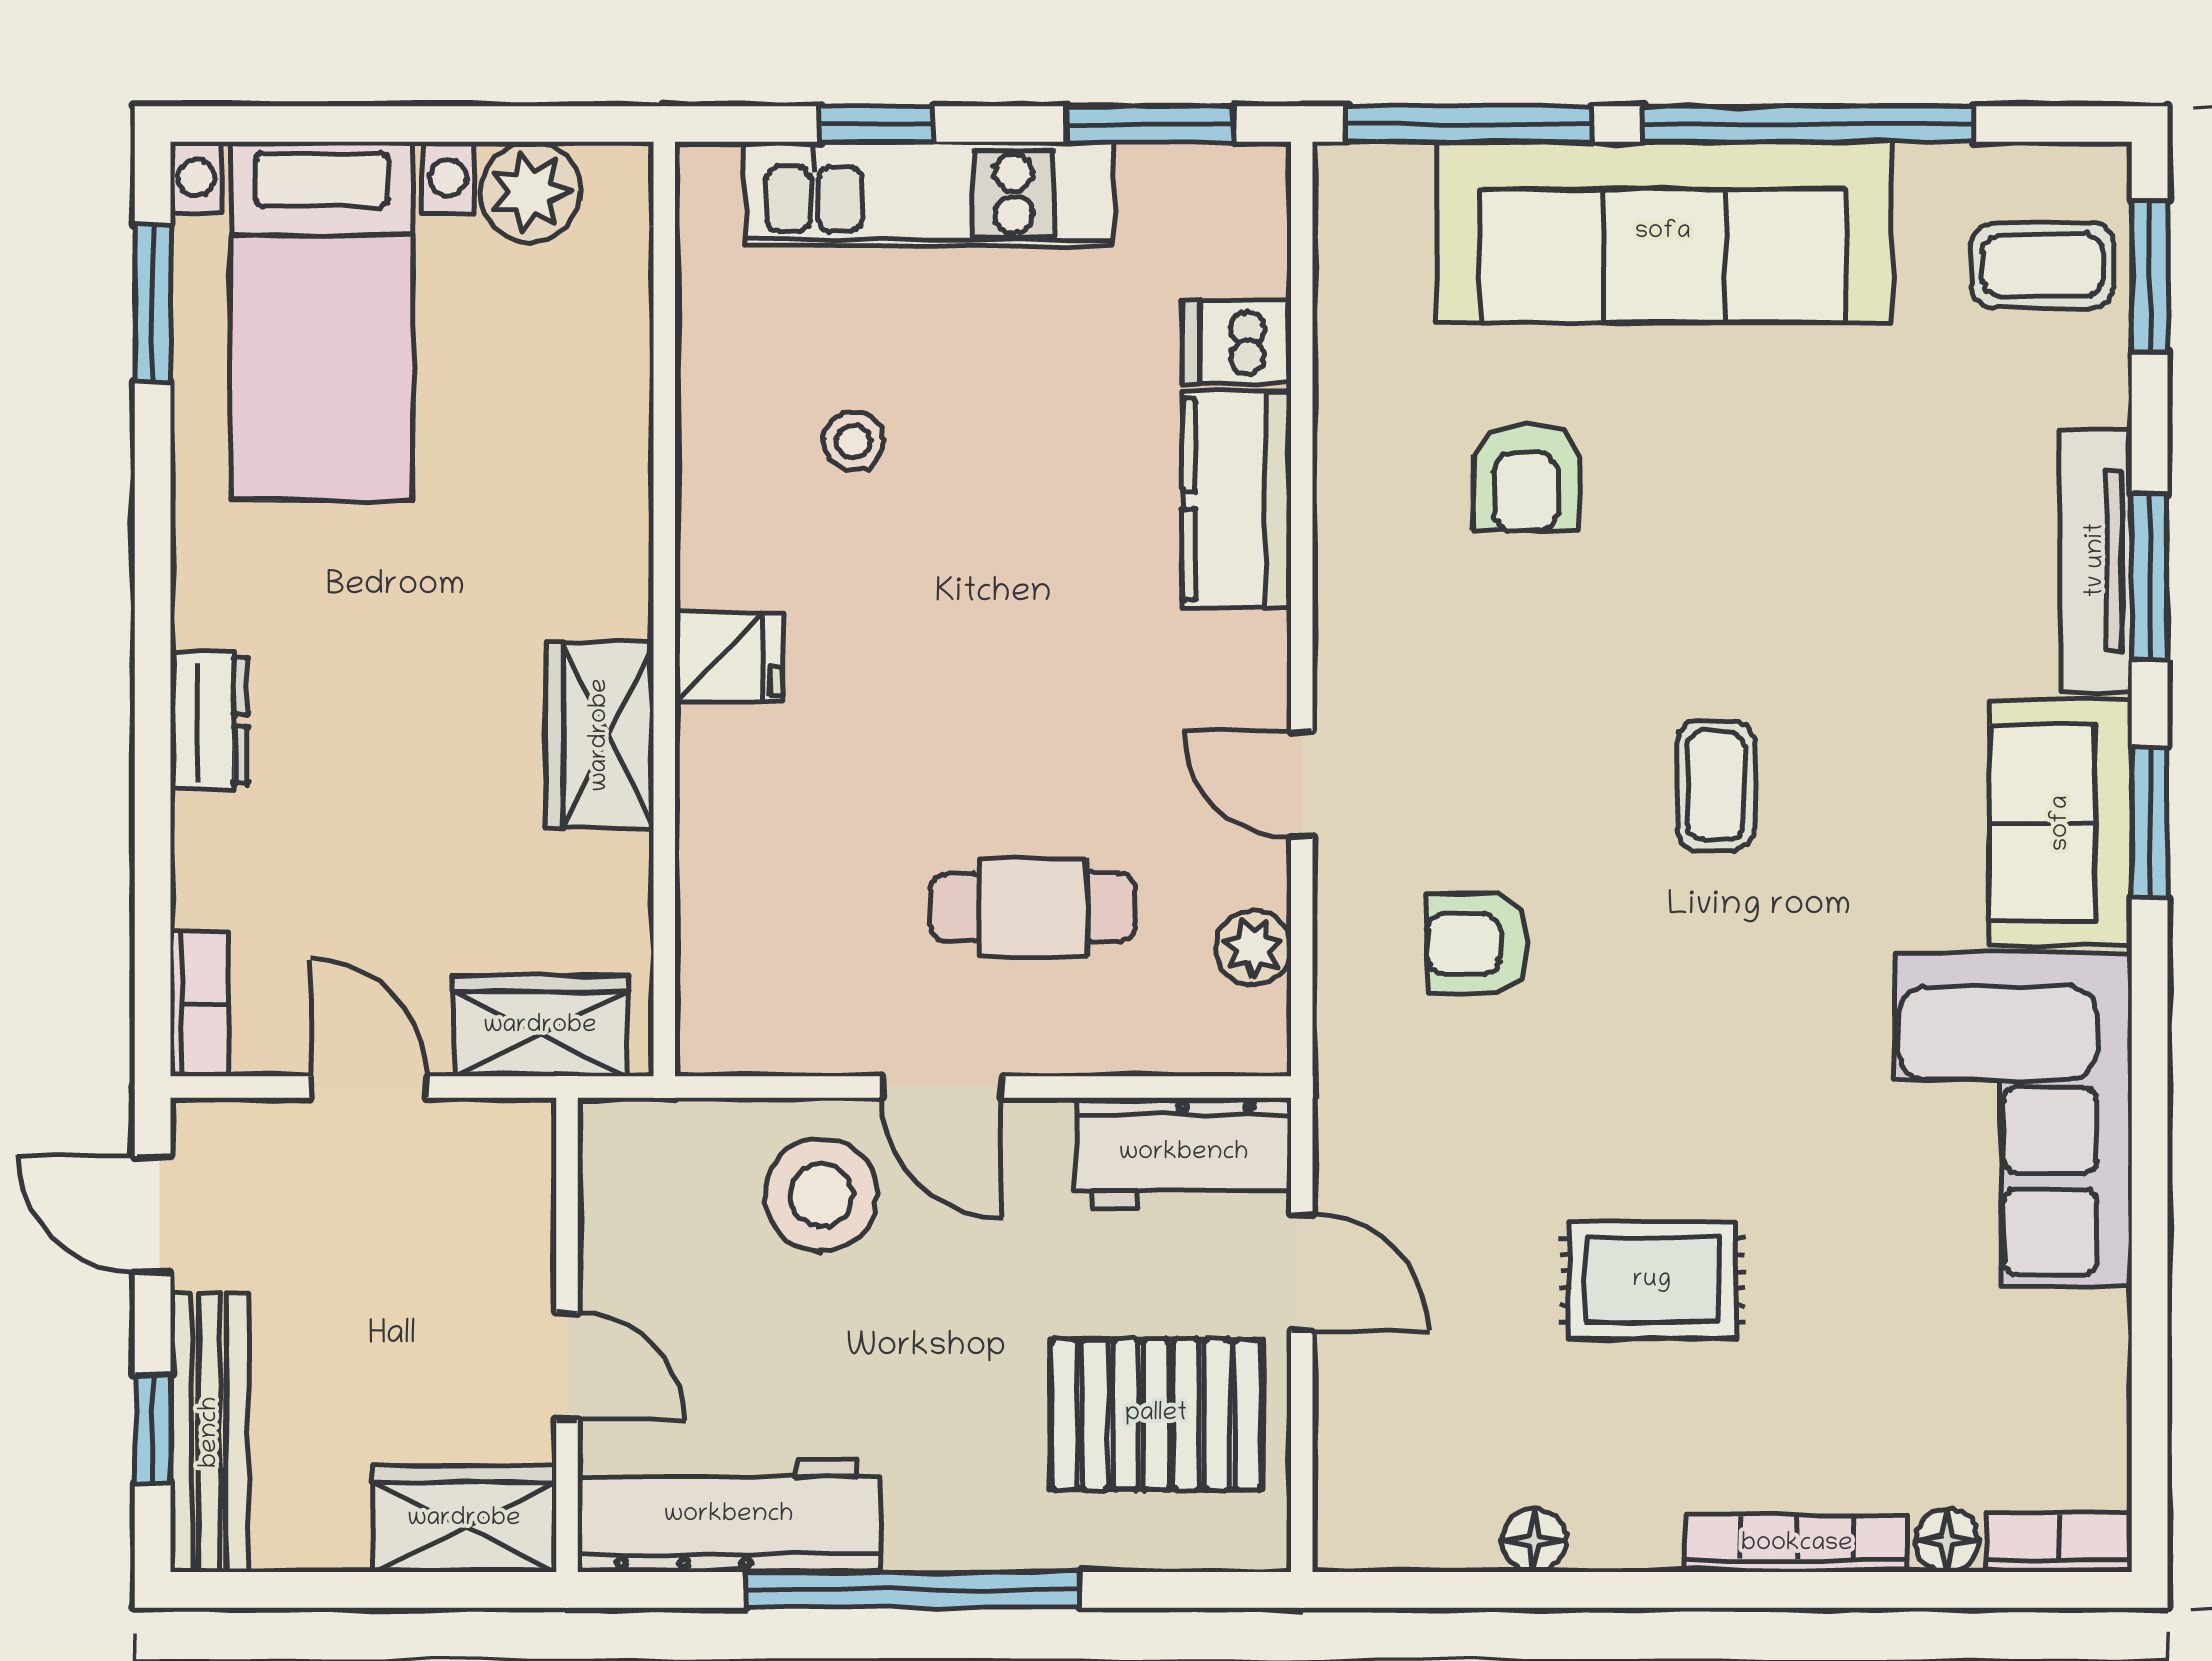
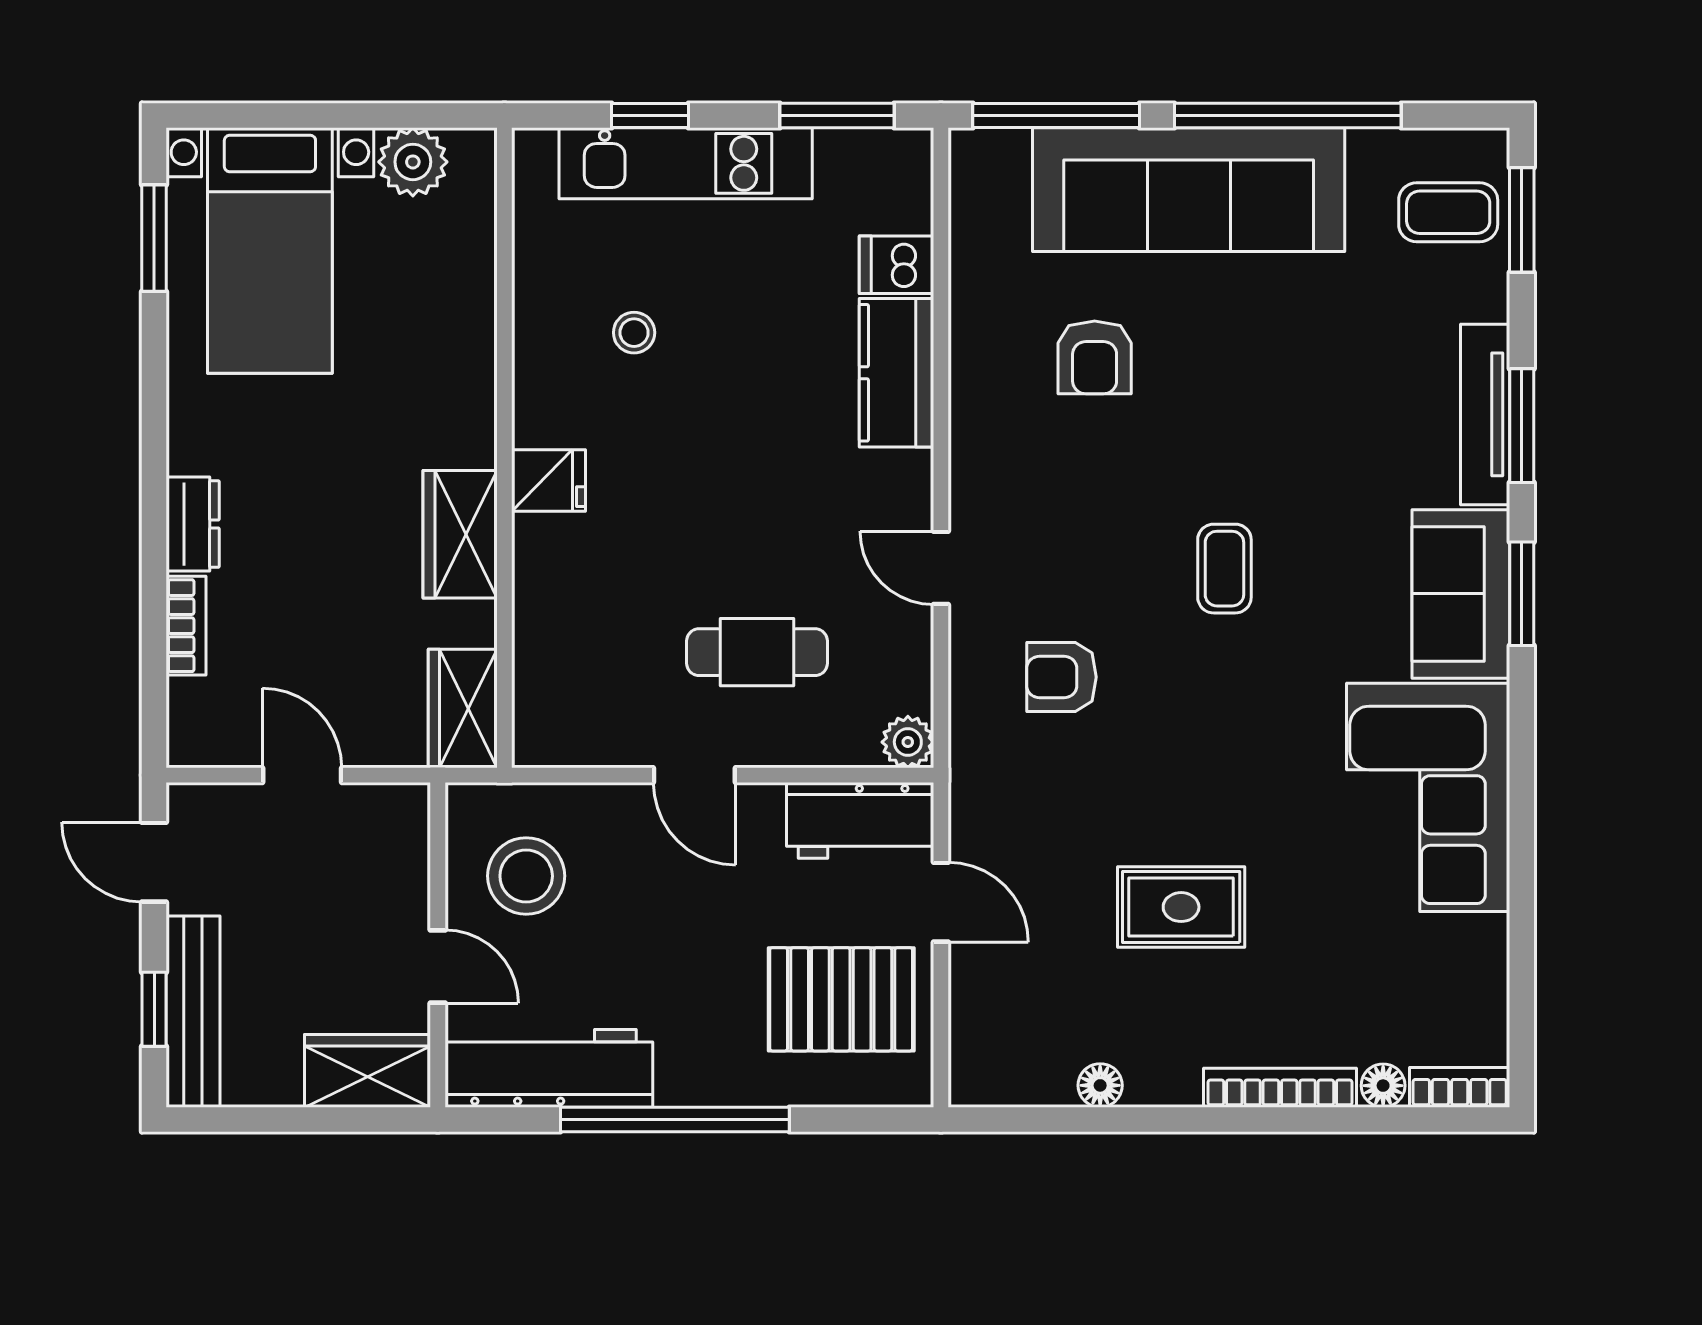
plant: (1253, 948) -> (908, 742), moved
bookcase: (199, 1004) -> (186, 626), moved
wardrobe: (540, 1026) -> (463, 709), moved, turned -90
stool: (821, 1195) -> (526, 876), moved

